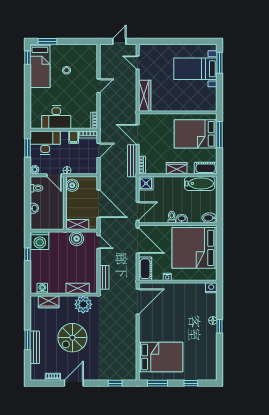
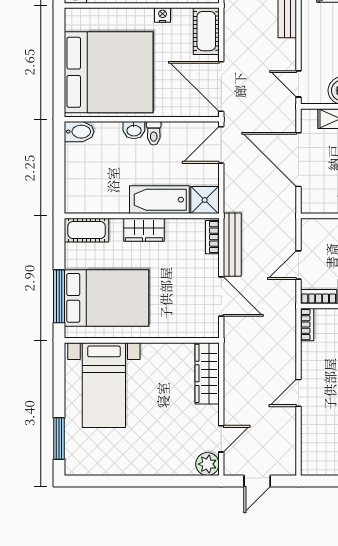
plant: (145, 50) -> (207, 464), added
door: (138, 63) -> (221, 439), hinge flipped
bed with nightstands: (195, 69) -> (104, 385), moved, turned 90
bathtub: (200, 183) -> (159, 200), moved

